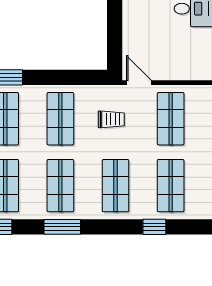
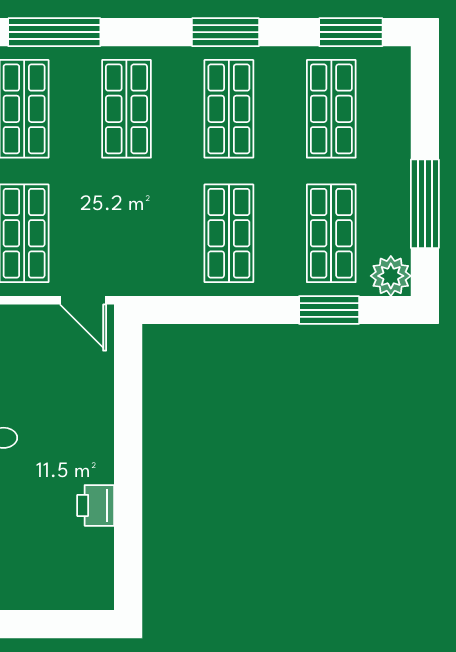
trolley: (111, 119) -> (135, 232), removed
window: (154, 227) -> (54, 32), width x2.17

